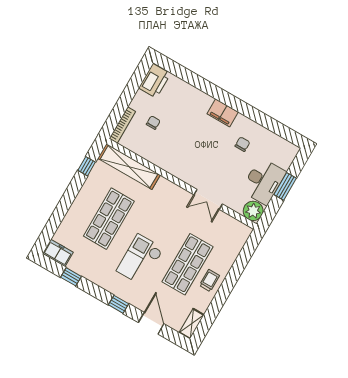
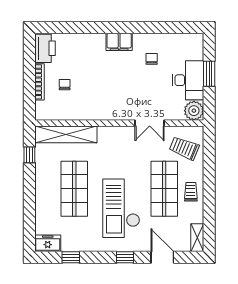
bookcase: (122, 125) -> (40, 82), moved
trolley: (226, 239) -> (184, 148), added
checkout: (140, 260) -> (121, 208), width x1.36, depth x1.21

